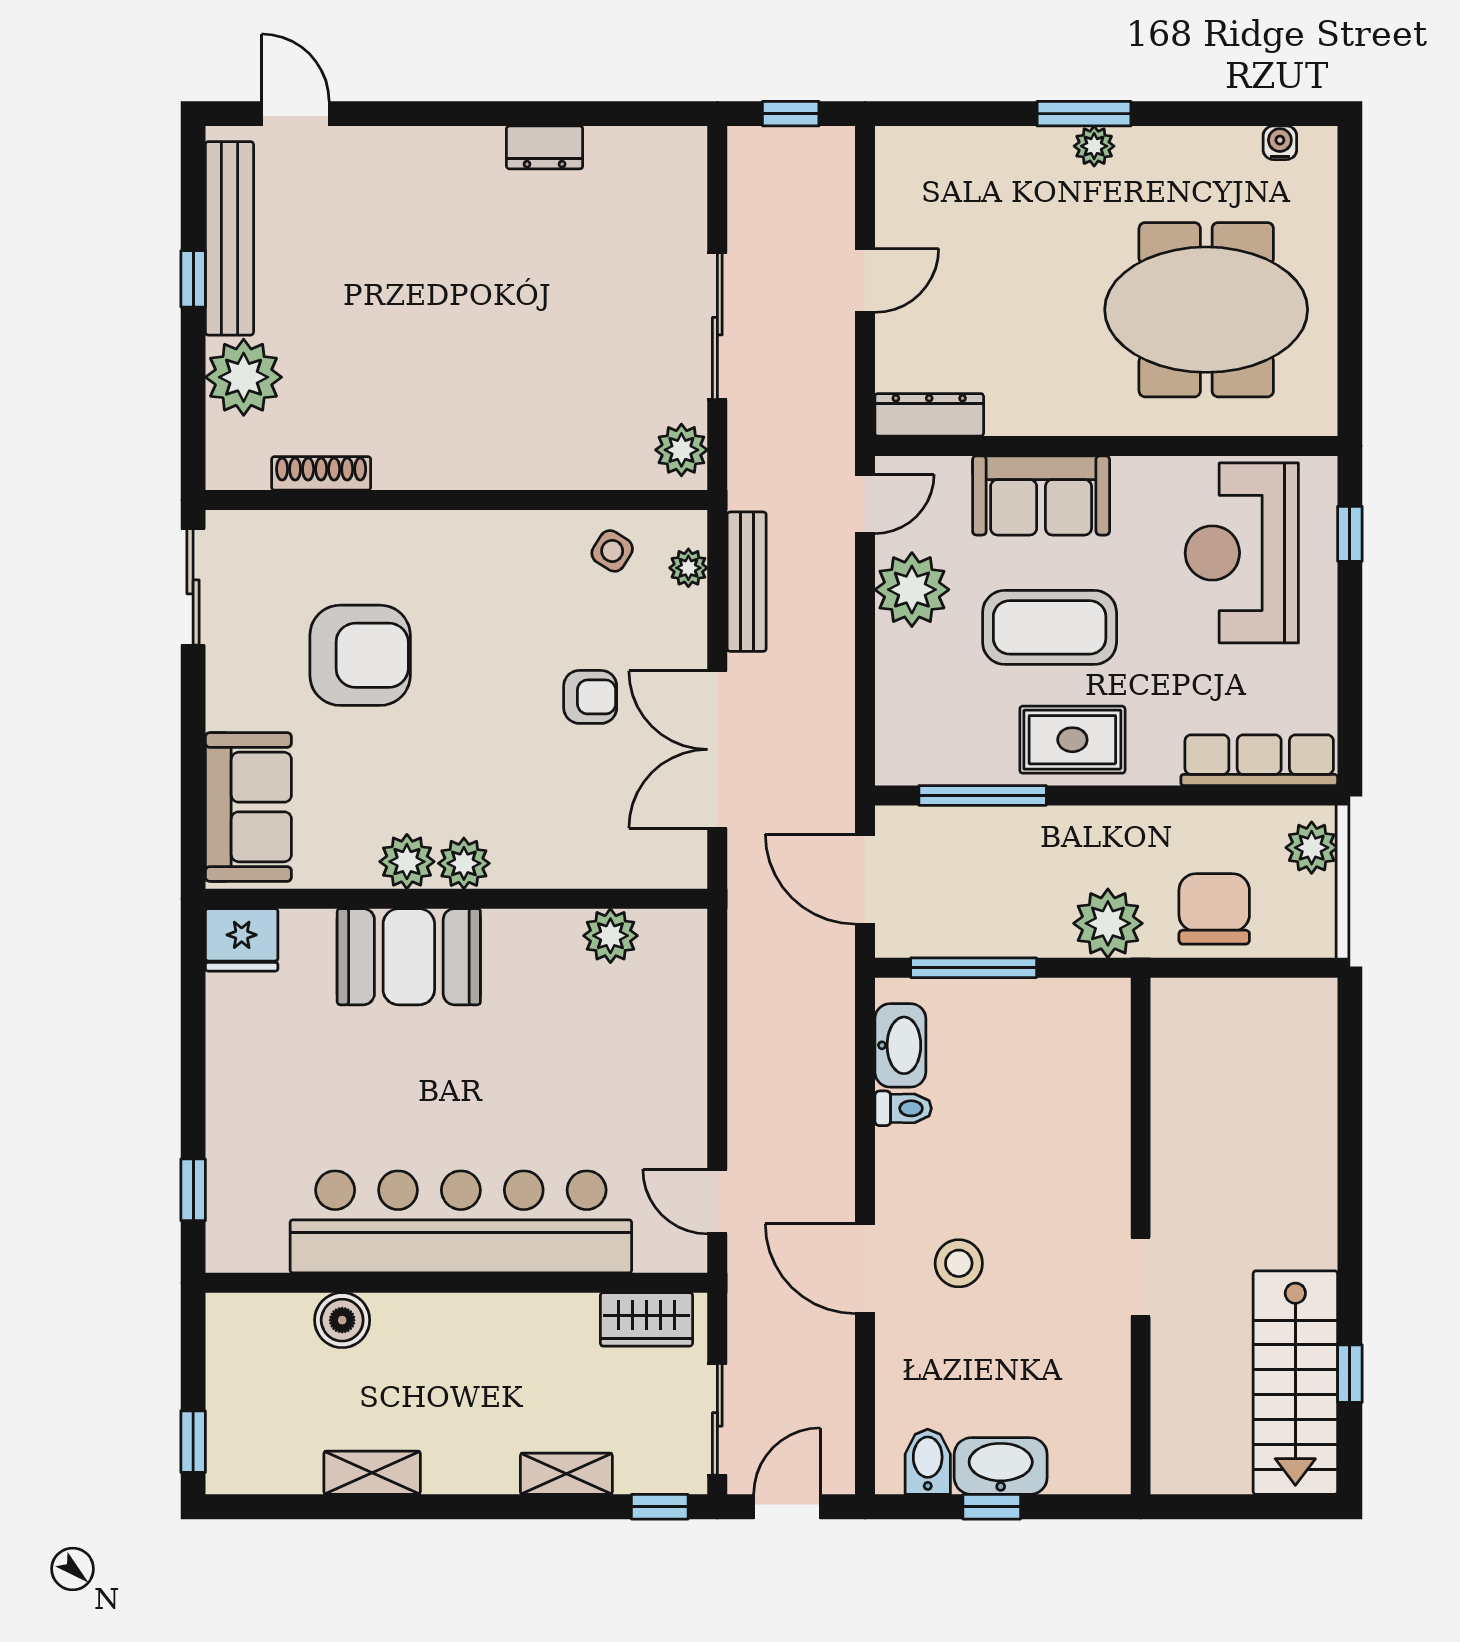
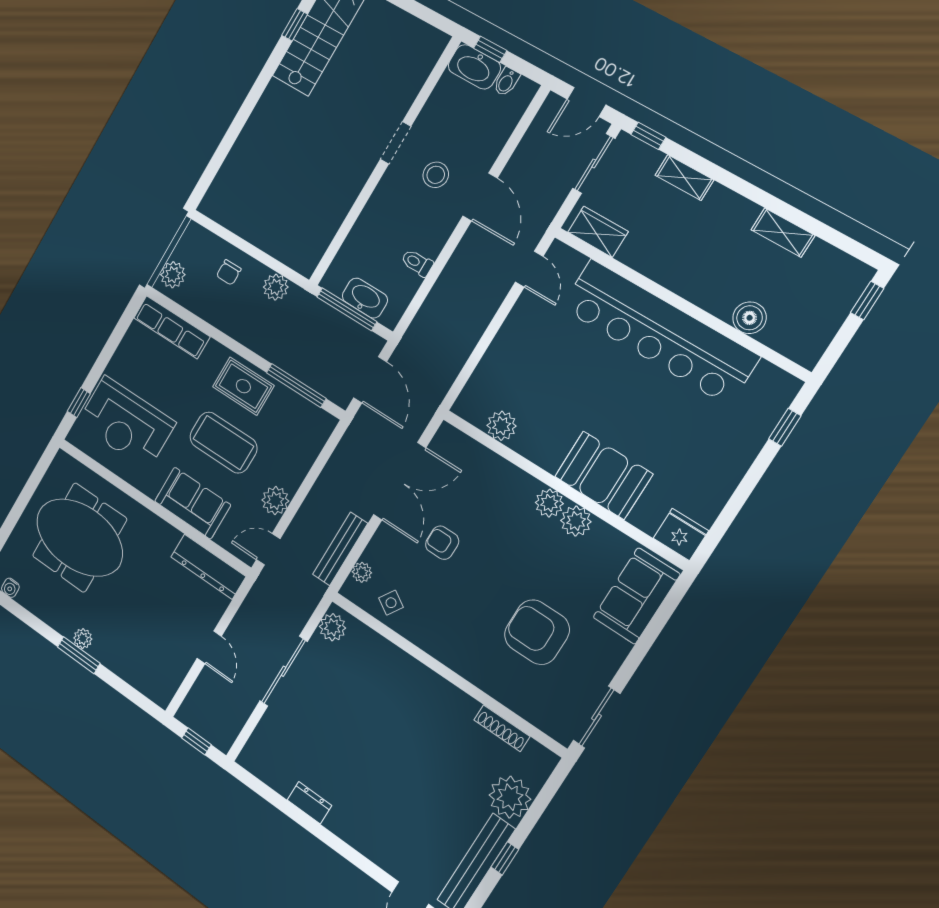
door: (865, 281) -> (209, 647), swing flipped
dresser: (929, 415) -> (208, 567), width x1.37, depth x1.24
reception desk: (1242, 553) -> (126, 423), turned 90
plant: (912, 590) -> (275, 501), width x0.73, depth x0.73
chair: (1214, 909) -> (229, 272), width x0.54, depth x0.54
plant: (1108, 923) -> (276, 287), width x0.73, depth x0.73
washbasin: (900, 1045) -> (365, 298), moved, turned 90
wall: (1141, 1236) -> (384, 162), moved
doorway: (1141, 1277) -> (396, 143), moved
bidet: (928, 1462) -> (506, 82), width x0.72, depth x0.74

